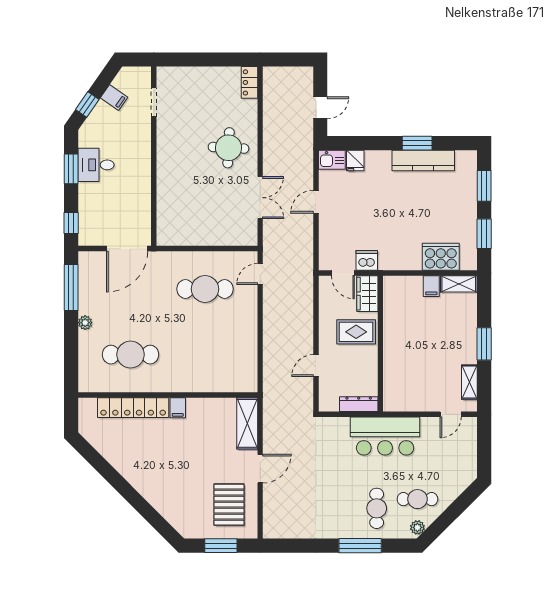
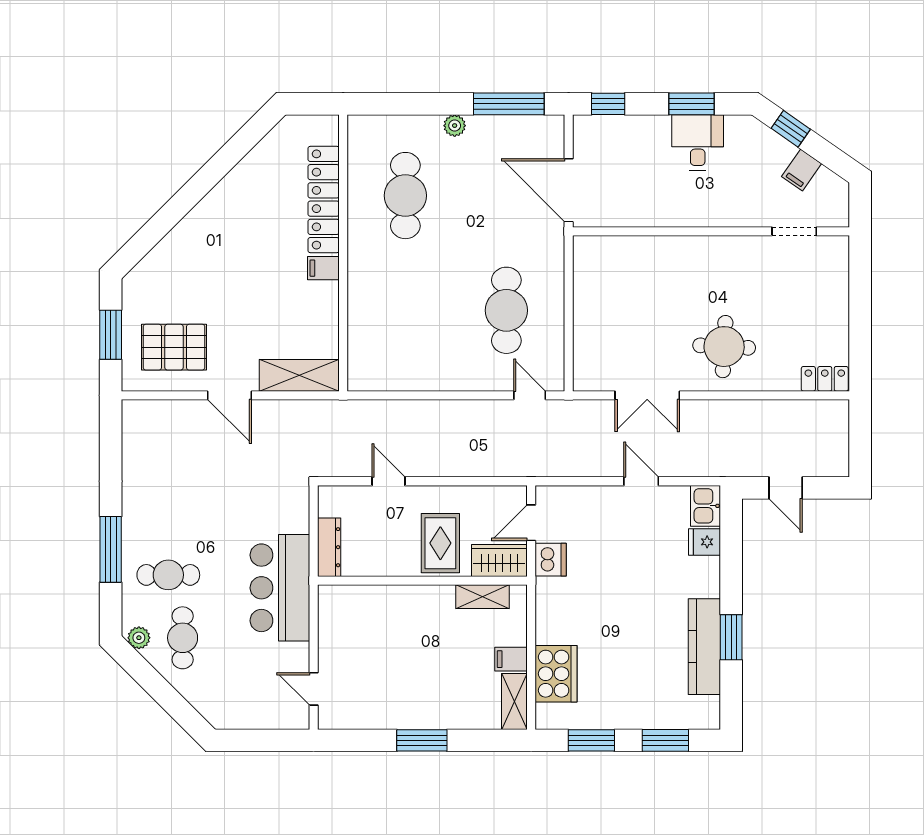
shelving: (469, 382) -> (482, 597), moved

